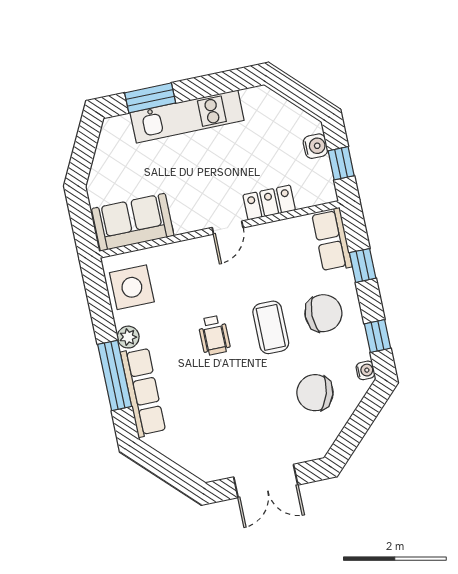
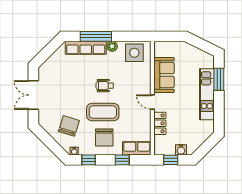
sofa: (133, 222) -> (164, 75), moved
coffee table: (271, 327) -> (103, 112), width x1.36, depth x1.32

